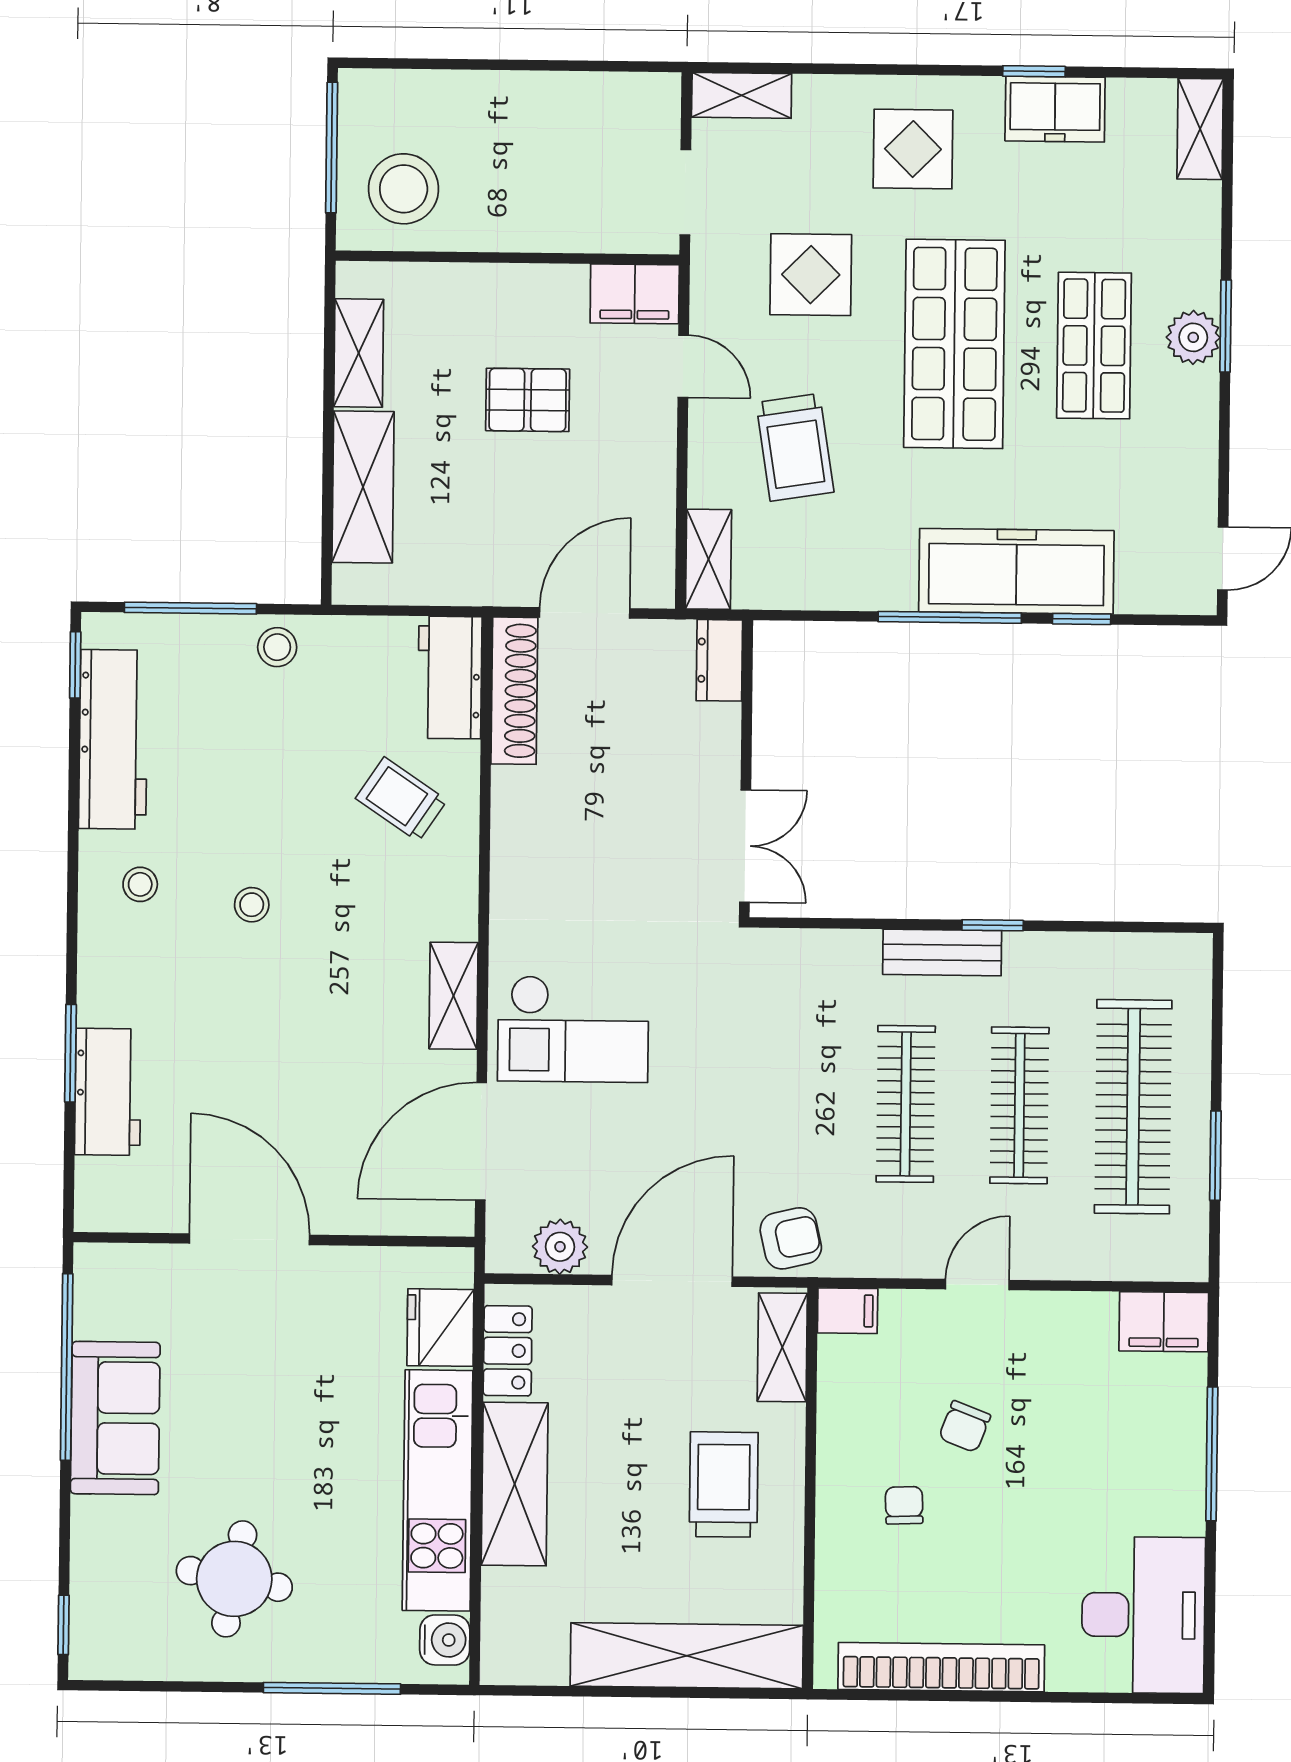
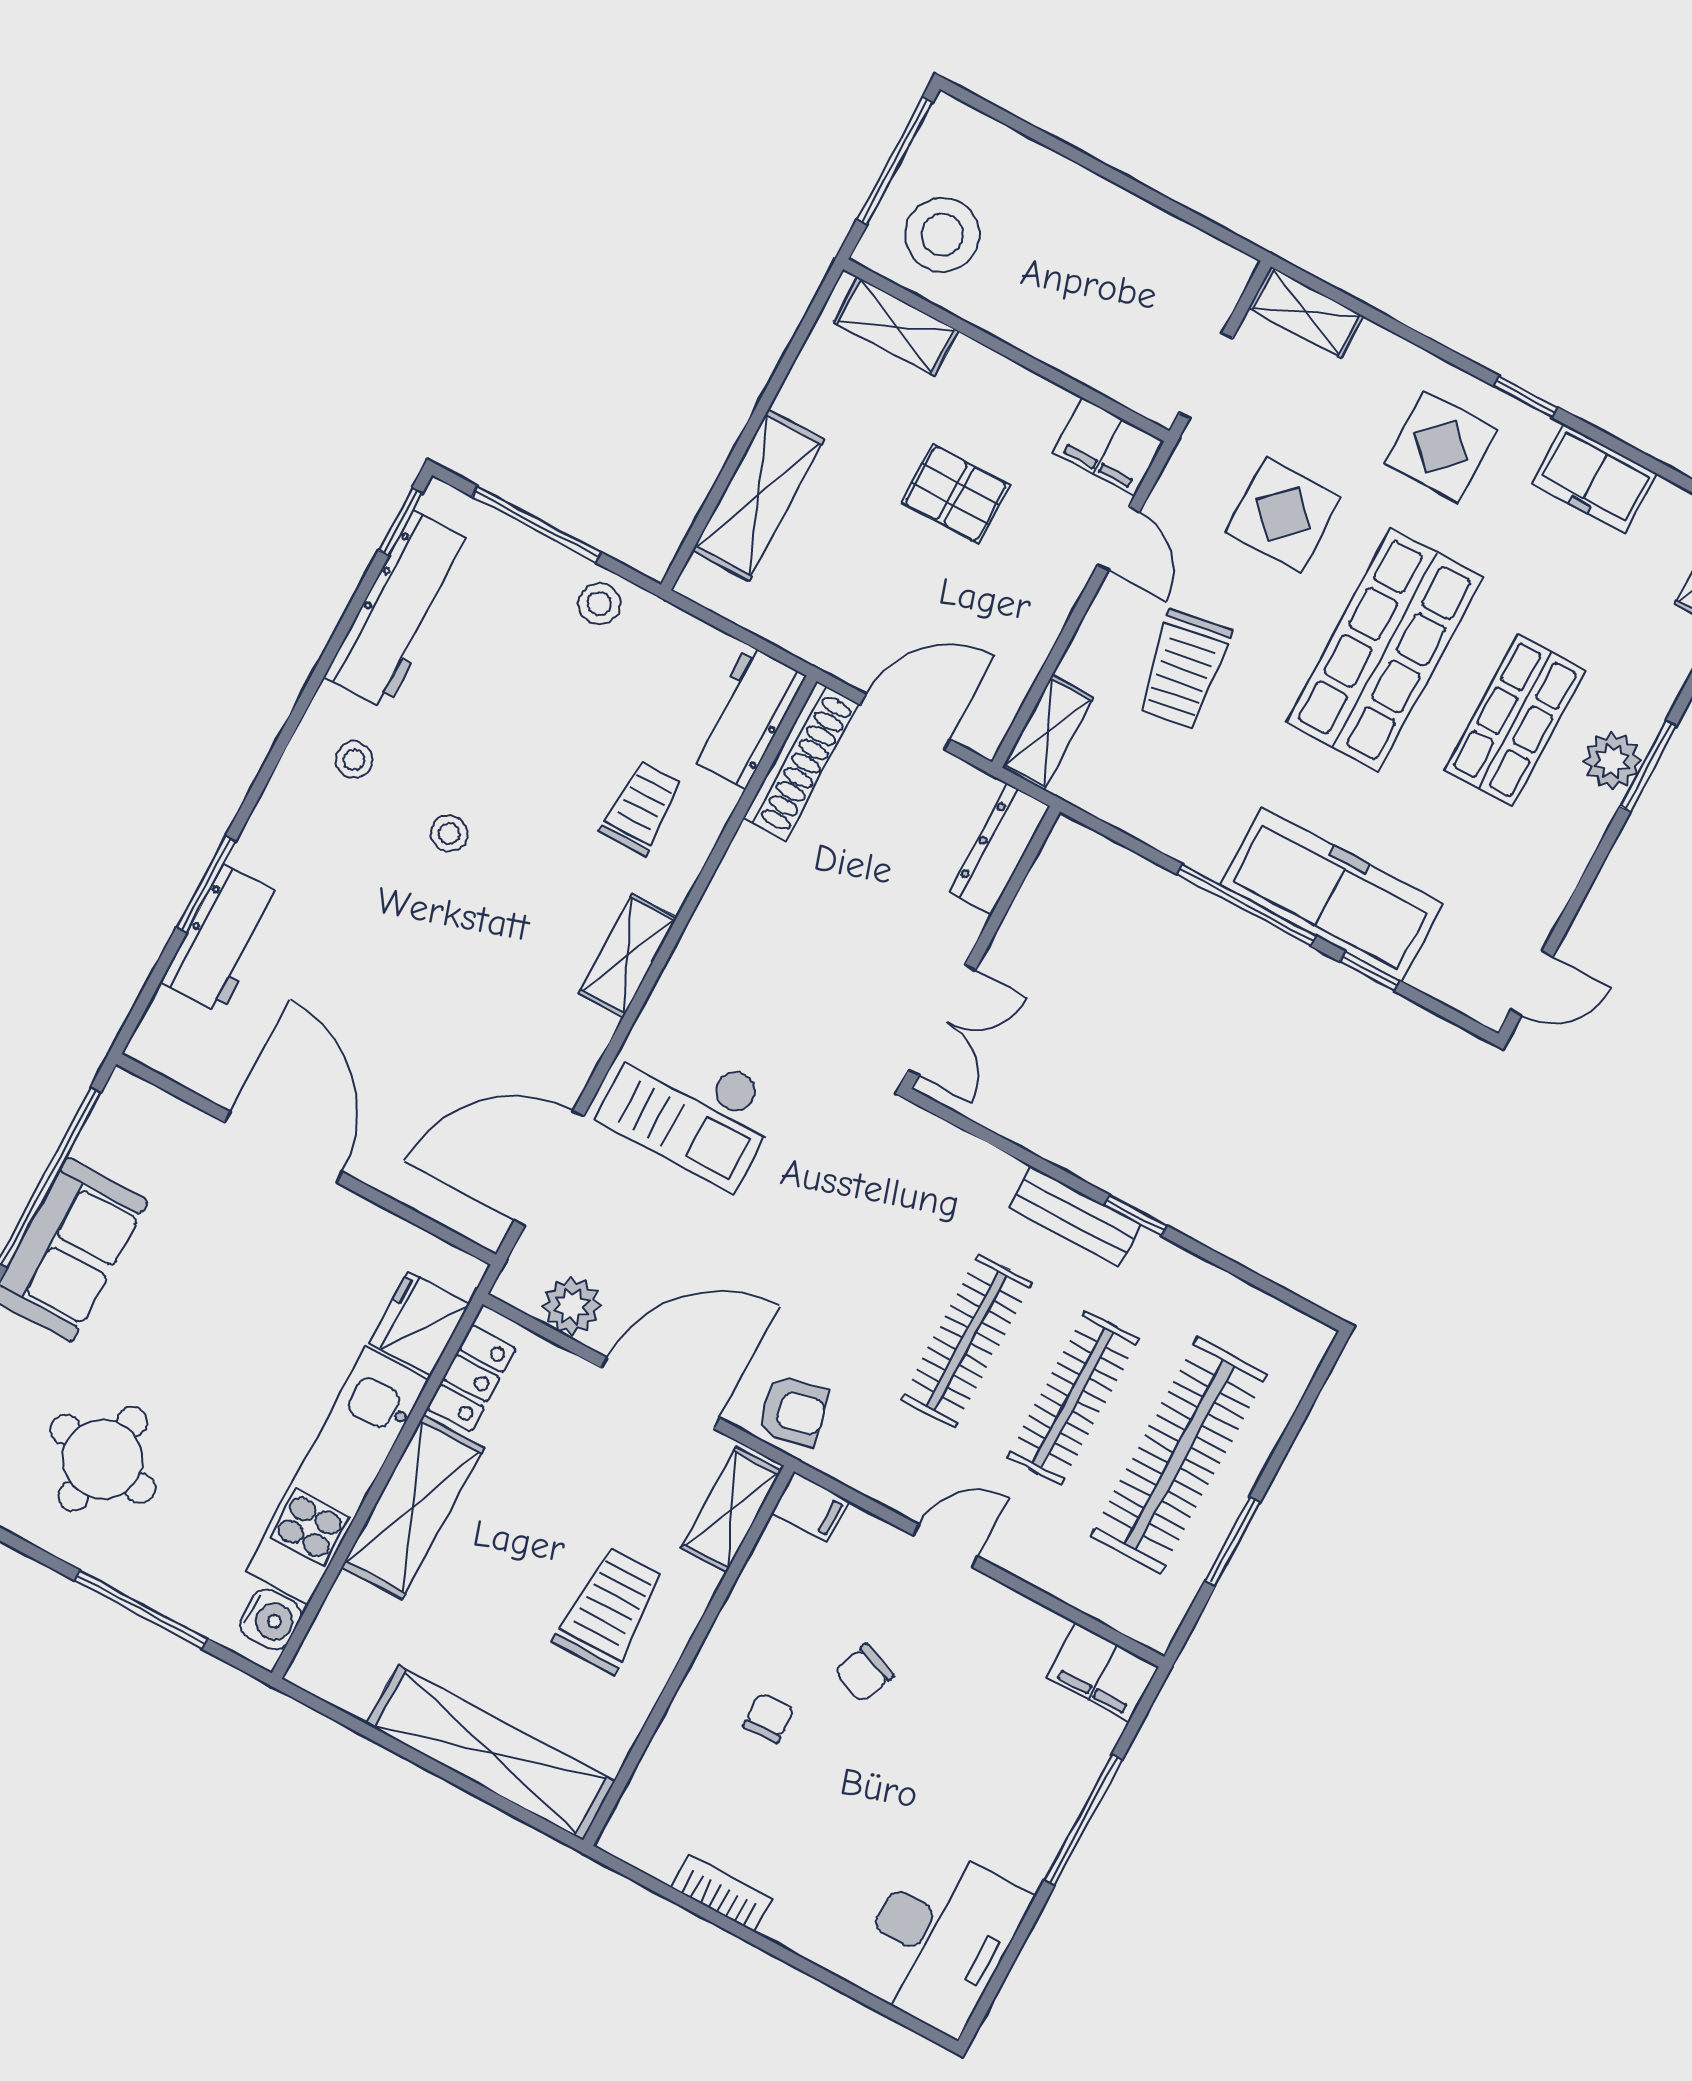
window: (1034, 71) -> (1526, 397), moved
shelving: (359, 353) -> (896, 326), moved, turned 90
dresser: (719, 660) -> (1000, 849), width x1.44
trolley: (401, 799) -> (641, 808), turned 56
shelving: (454, 996) -> (628, 955), moved
bookcase: (941, 1667) -> (722, 1893), width x0.43, depth x0.76

